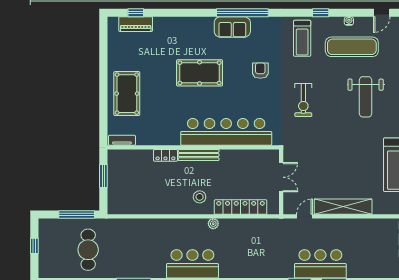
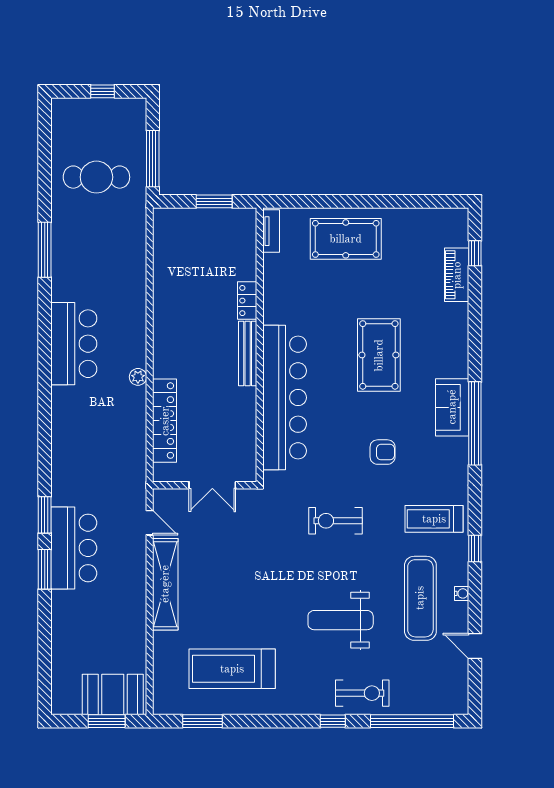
piano: (136, 24) -> (457, 275), moved
stool: (200, 197) -> (181, 355), removed

